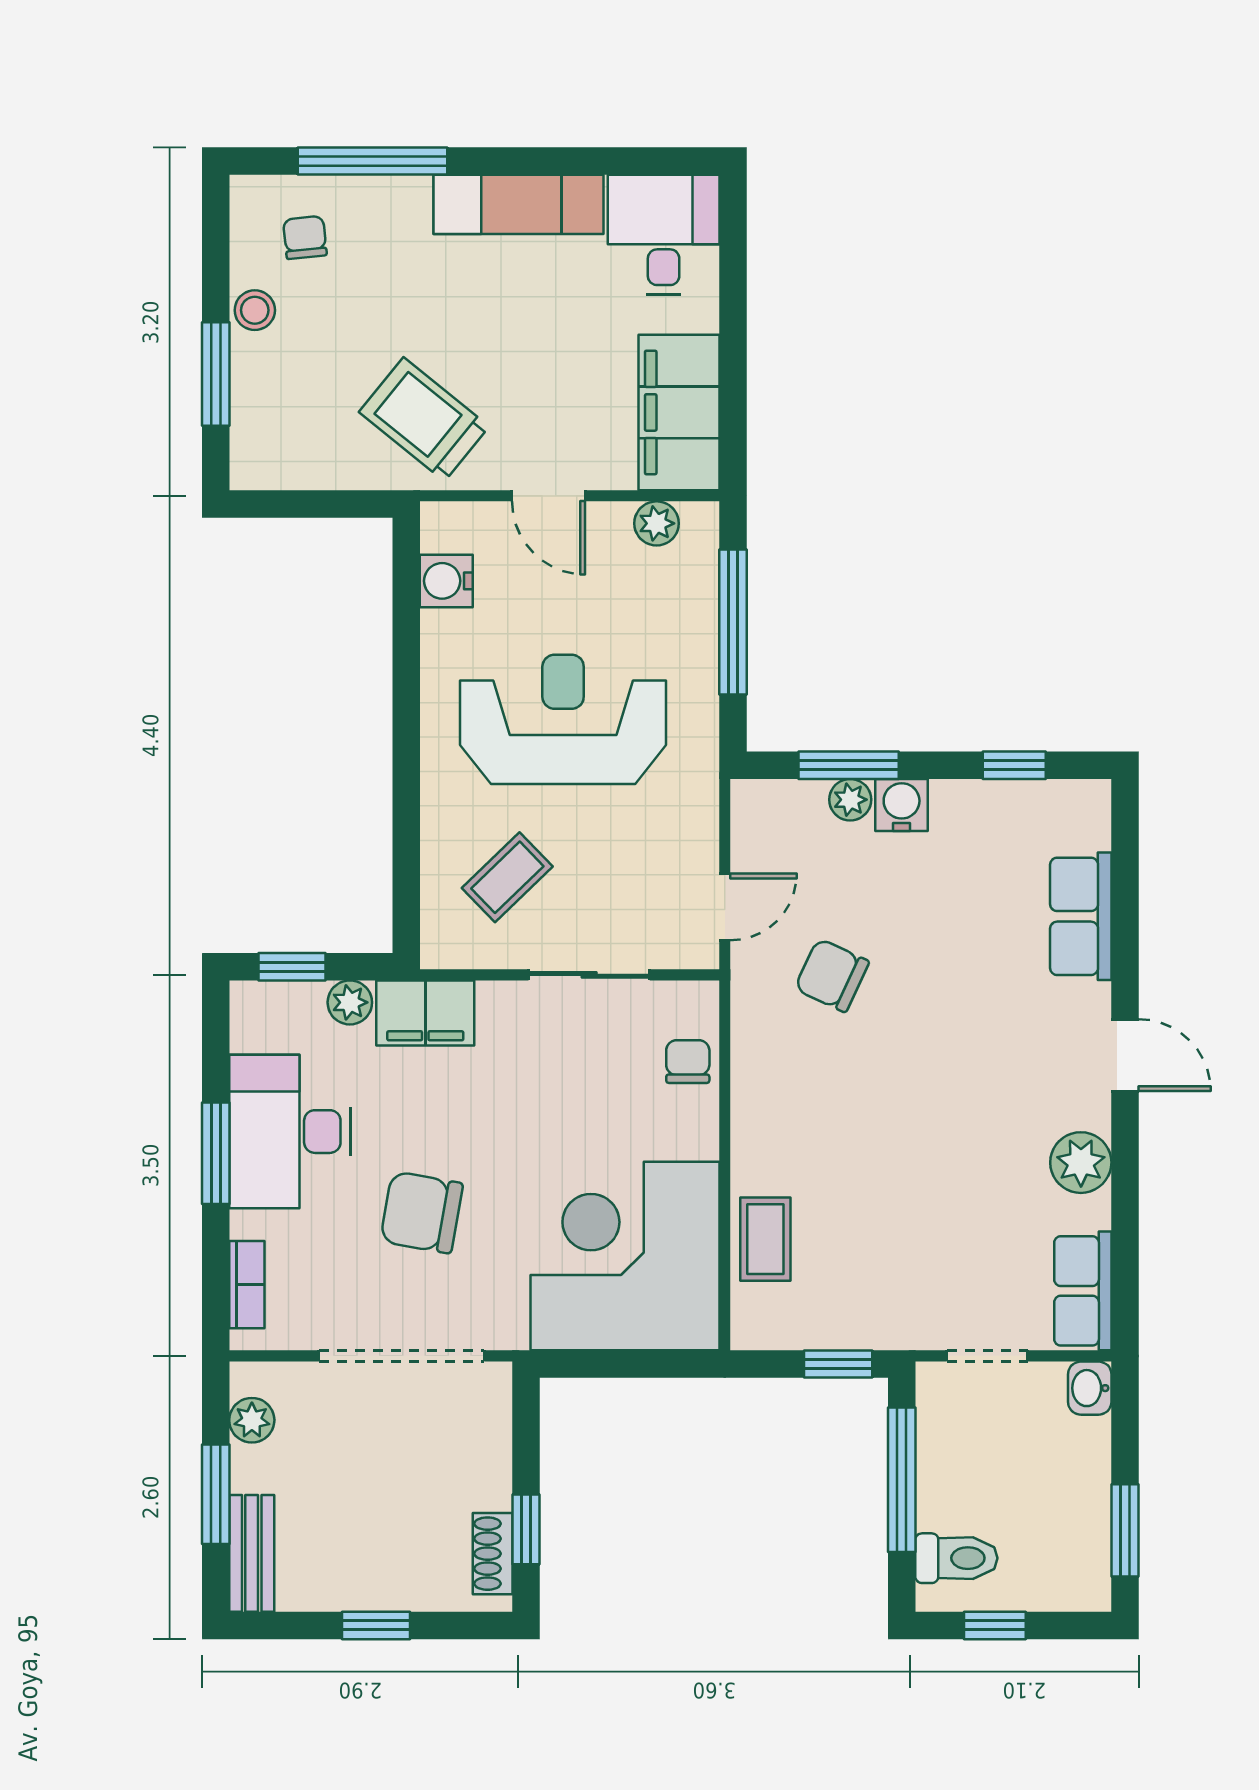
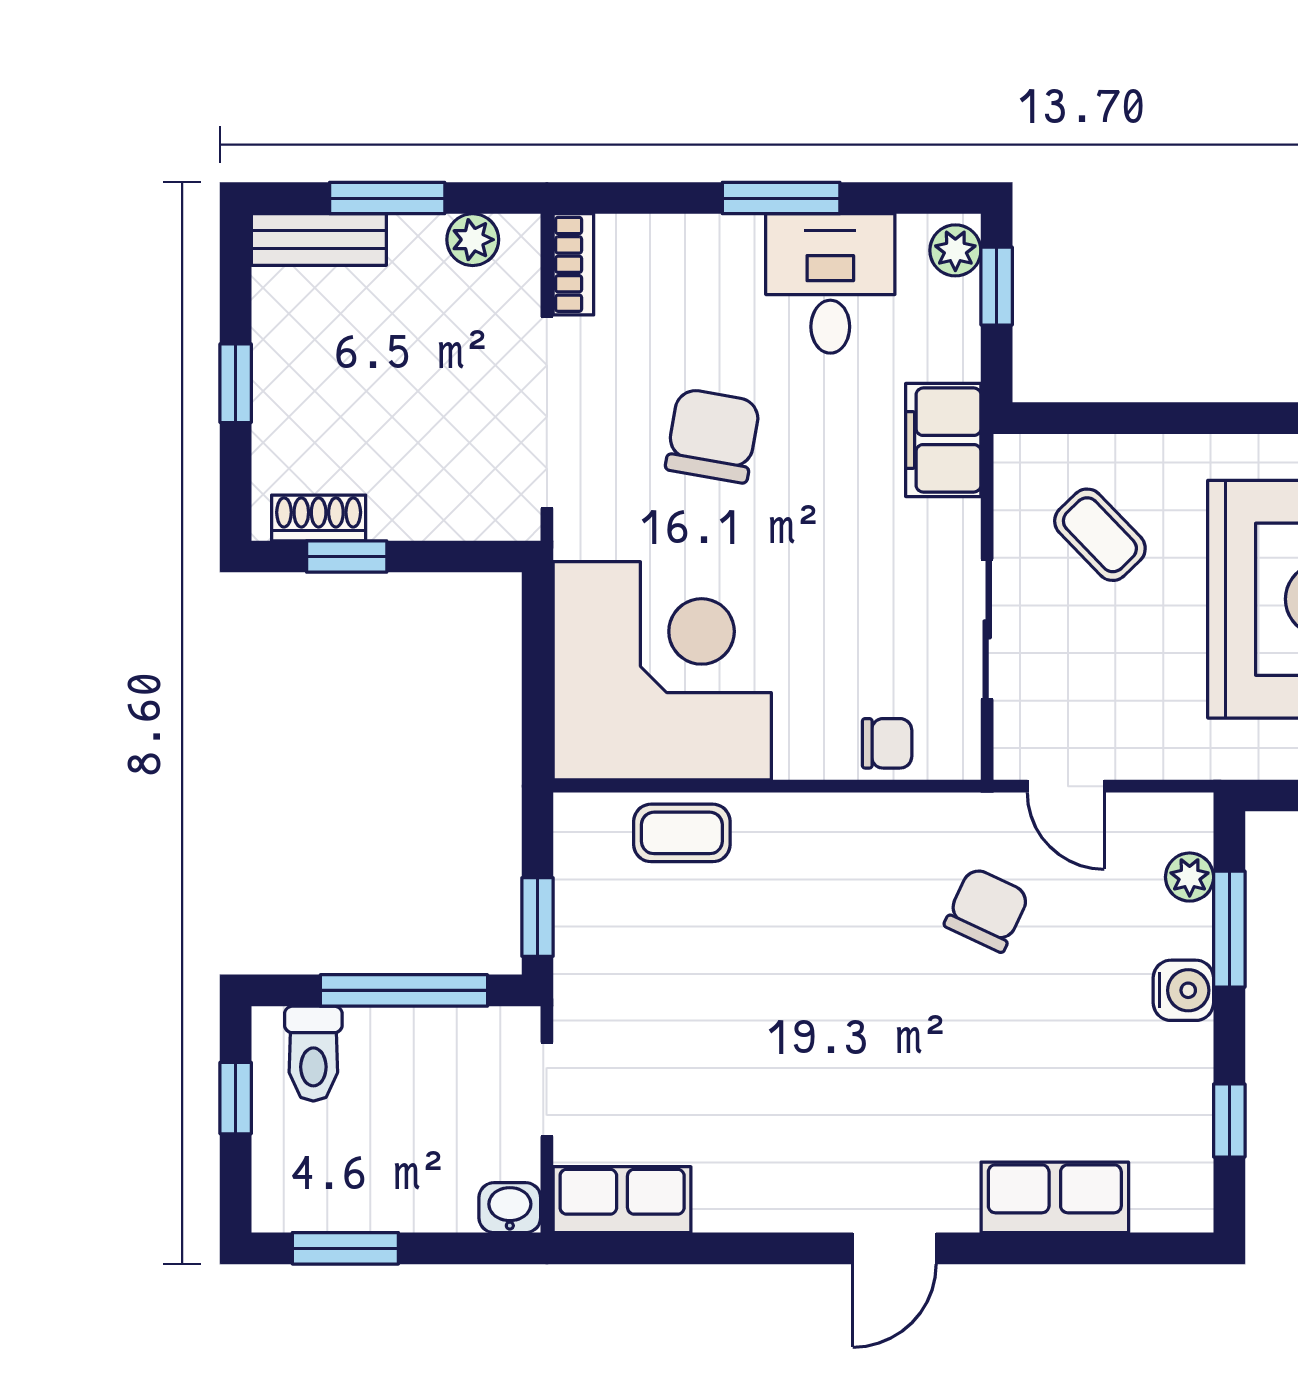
plant: (850, 800) -> (1190, 877), moved
plant: (350, 1002) -> (955, 250), moved
desk: (290, 1132) -> (830, 283), width x0.73
plant: (1081, 1163) -> (770, 1197), removed
bookcase: (247, 1285) -> (573, 264), moved, turned -90

